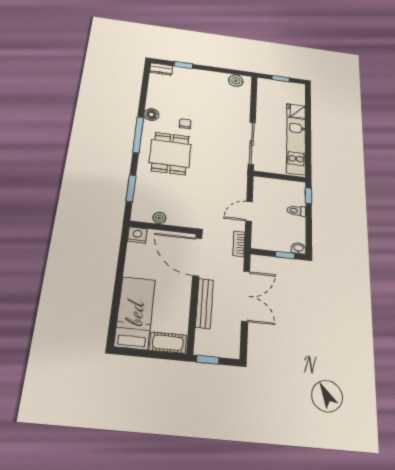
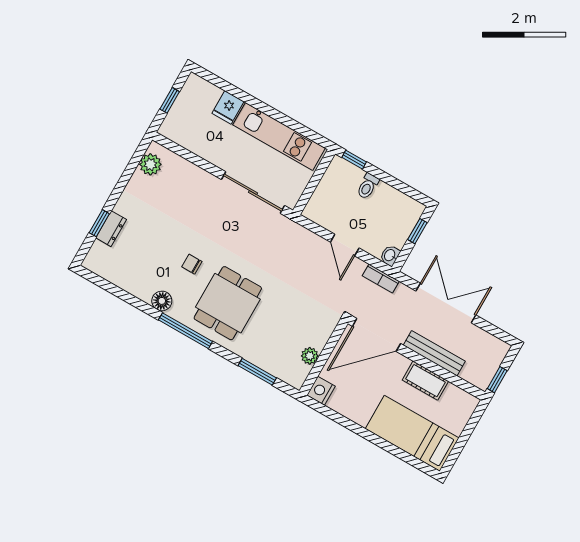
dresser: (161, 69) -> (111, 229), moved
dining table: (170, 153) -> (228, 303), turned 90
washbasin: (298, 248) -> (390, 255), moved
cot: (168, 343) -> (425, 381), moved, turned 90

